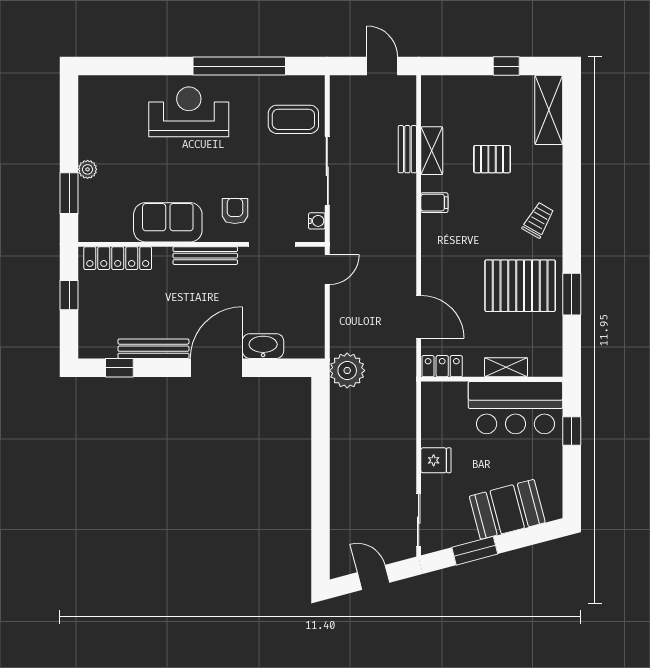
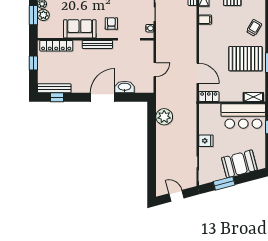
plant: (90, 193) -> (43, 15), added
door: (327, 270) -> (155, 70), moved
bench: (153, 349) -> (54, 88), moved
shelving: (506, 367) -> (253, 97), moved
plant: (347, 371) -> (164, 117), moved

